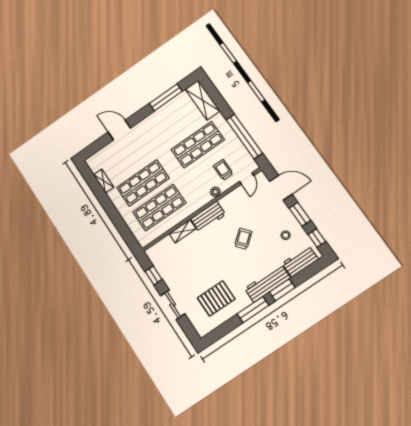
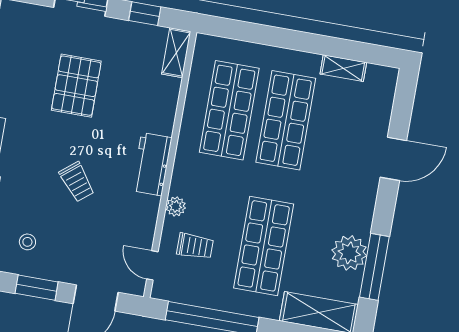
plant: (169, 111) -> (349, 253), added
shelving: (183, 231) -> (176, 53), moved
pallet: (216, 298) -> (76, 86), moved

